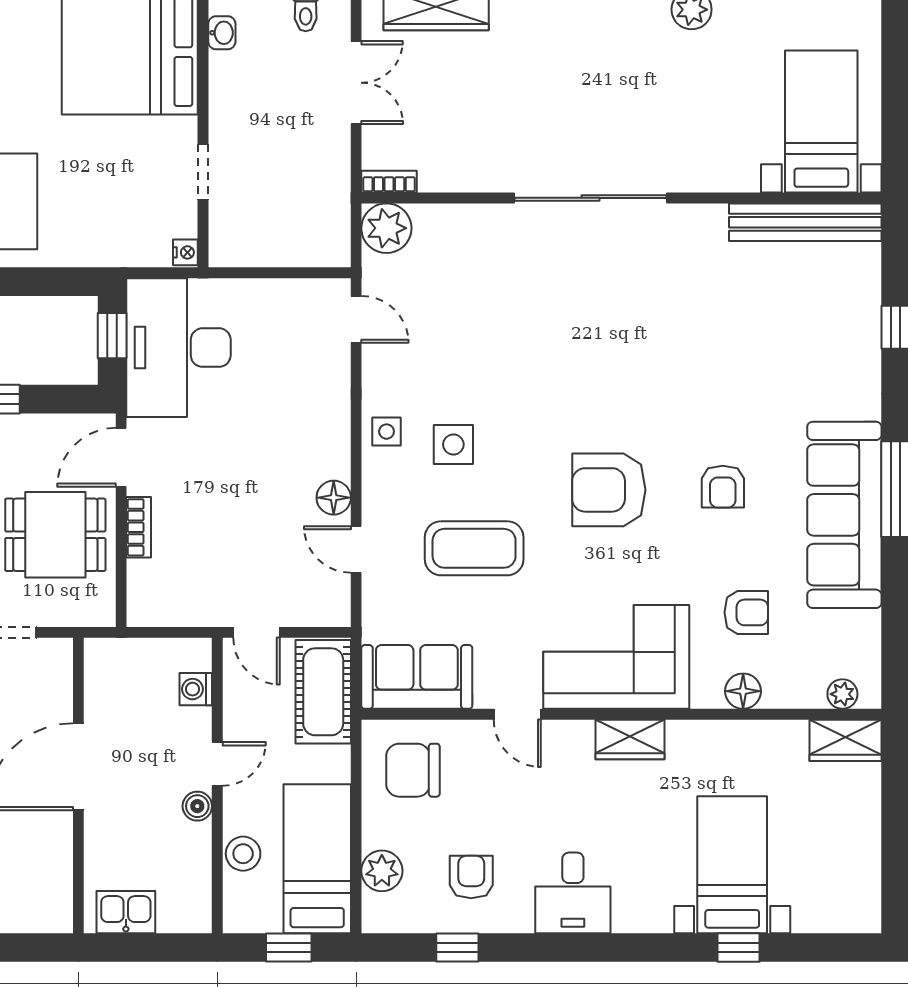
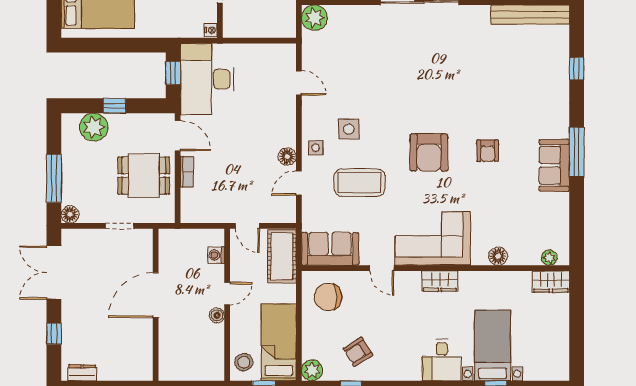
door: (356, 319) -> (299, 83), moved
side table: (387, 432) -> (315, 148), moved
door: (121, 457) -> (178, 136), swing flipped
armchair: (609, 490) -> (429, 152), turned -90
sofa: (844, 515) -> (554, 165), width x0.54, depth x0.79
door: (356, 549) -> (299, 183), hinge flipped
armchair: (746, 612) -> (500, 216), removed
stool: (243, 854) -> (244, 362), moved
plant: (382, 871) -> (312, 370), moved
armchair: (471, 877) -> (358, 352), turned -122
desk: (573, 893) -> (442, 360), moved
kitchen sink: (126, 912) -> (180, 370), removed

